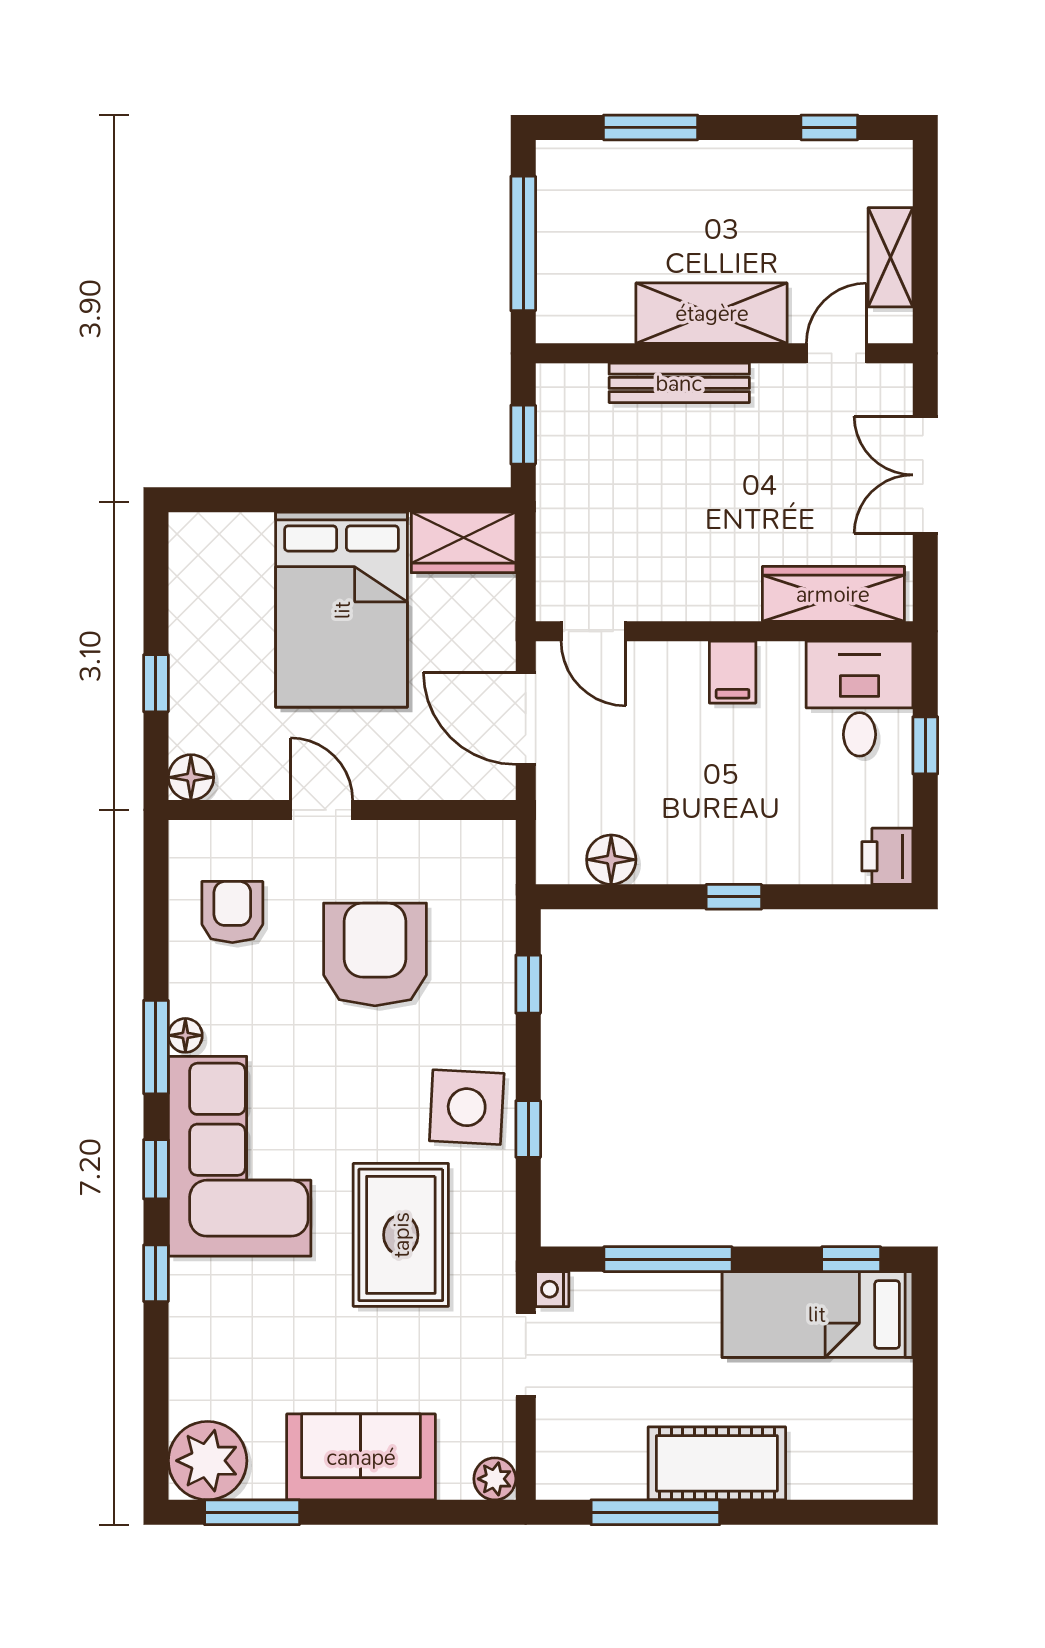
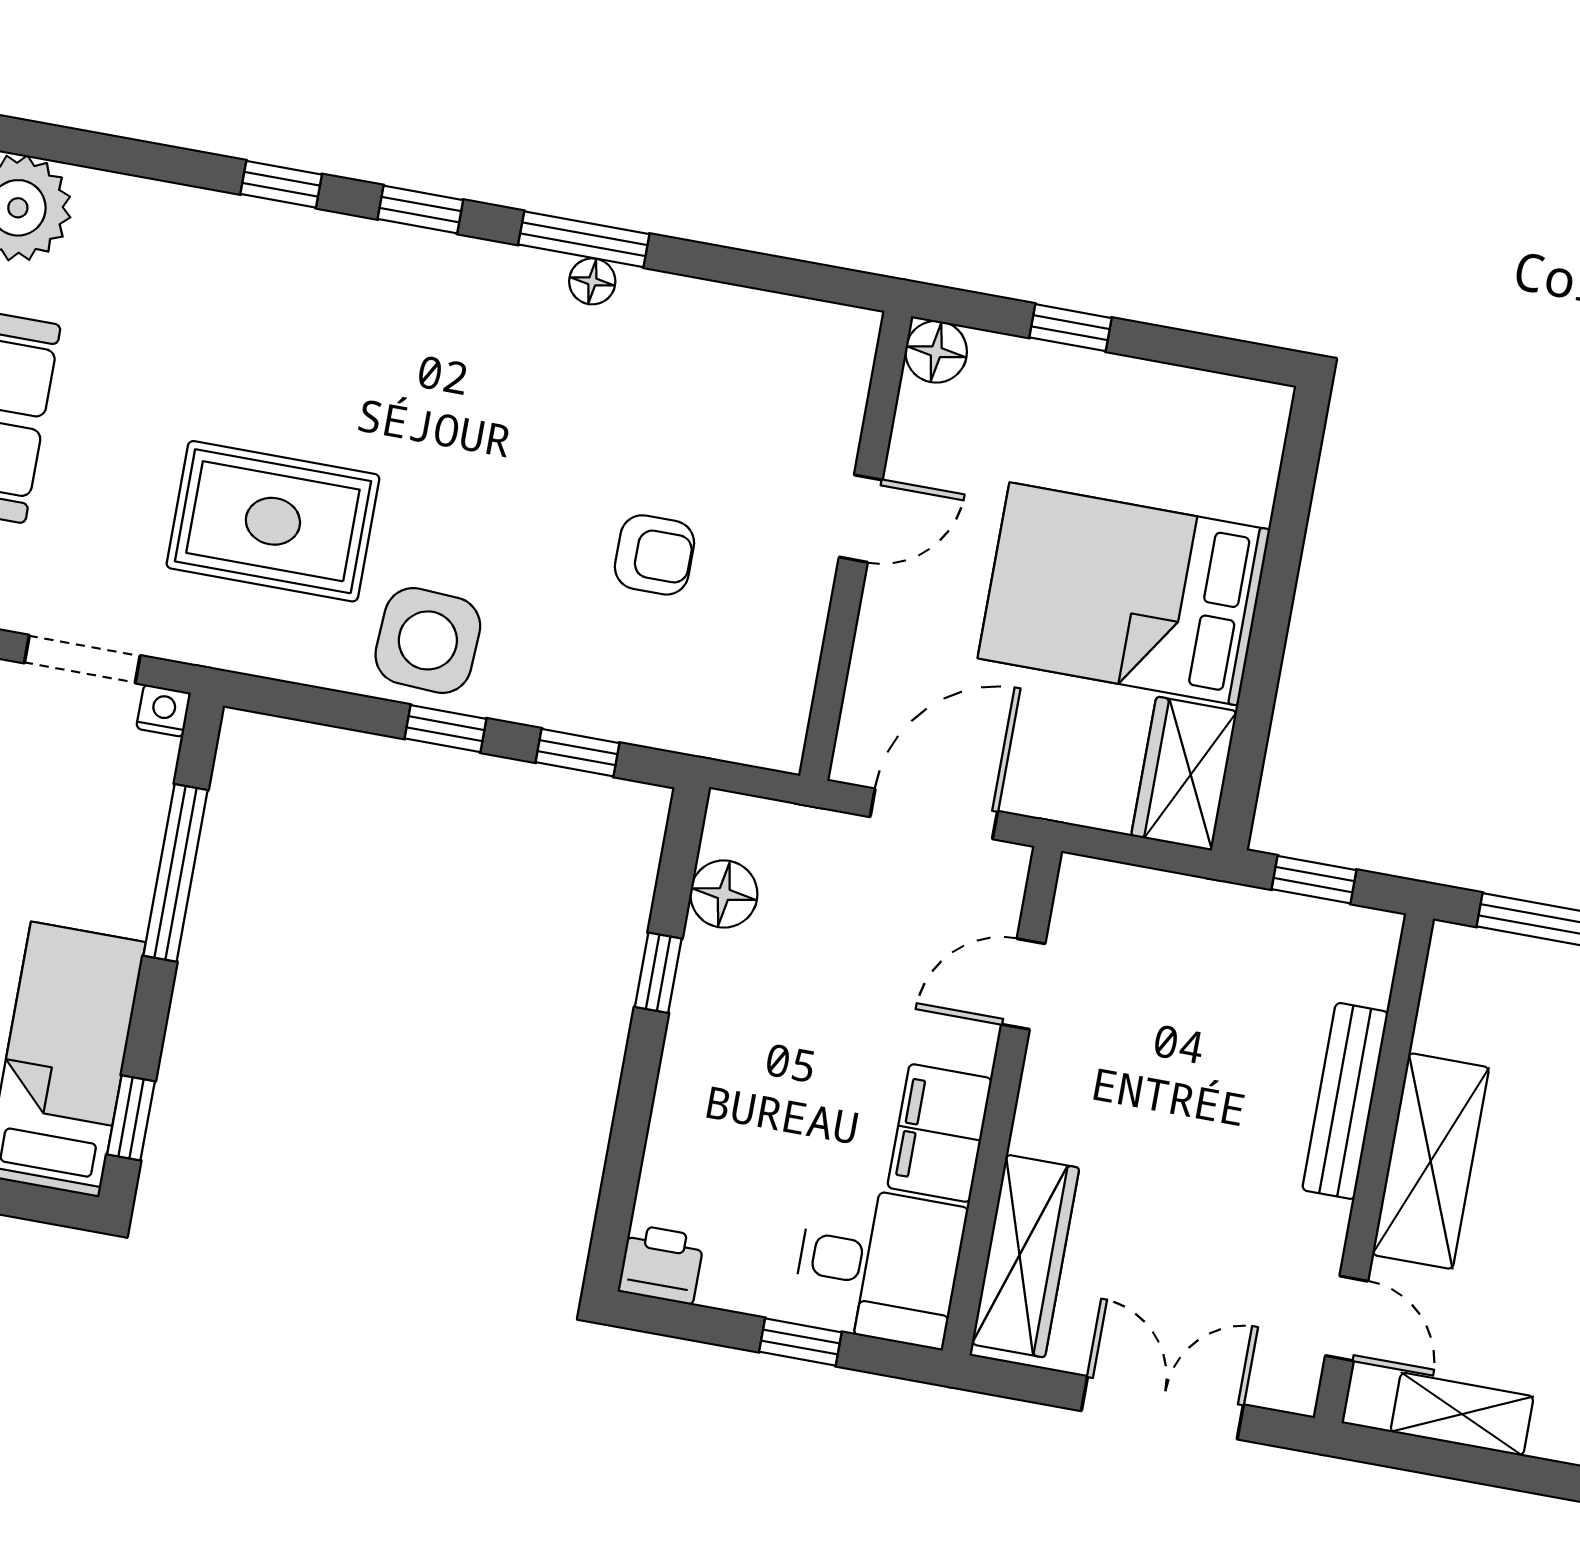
door: (593, 631) -> (1023, 984), moved
filing cabinet: (733, 672) -> (940, 1133), width x2.00
window: (734, 897) -> (658, 973), moved
armchair: (232, 912) -> (746, 374), removed
armchair: (375, 954) -> (654, 555), width x0.53, depth x0.53
window: (528, 1129) -> (446, 729), moved
corner sofa: (240, 1156) -> (417, 325), removed

